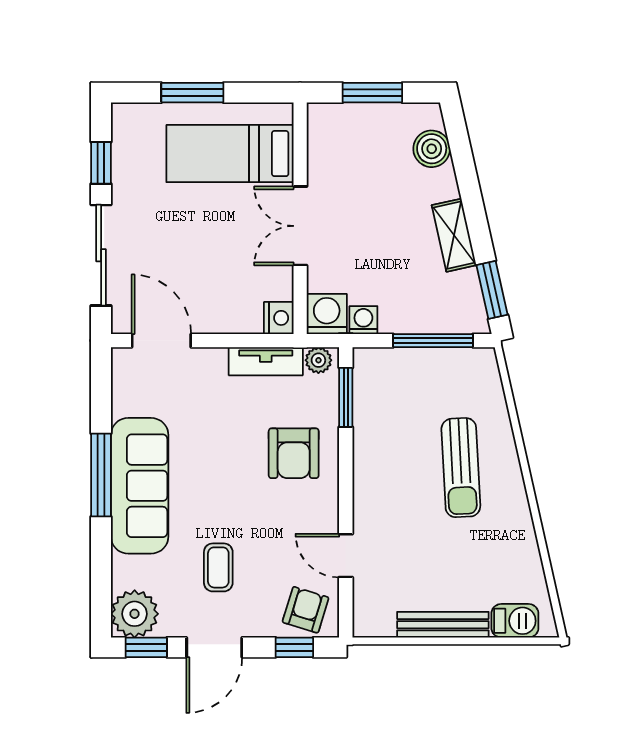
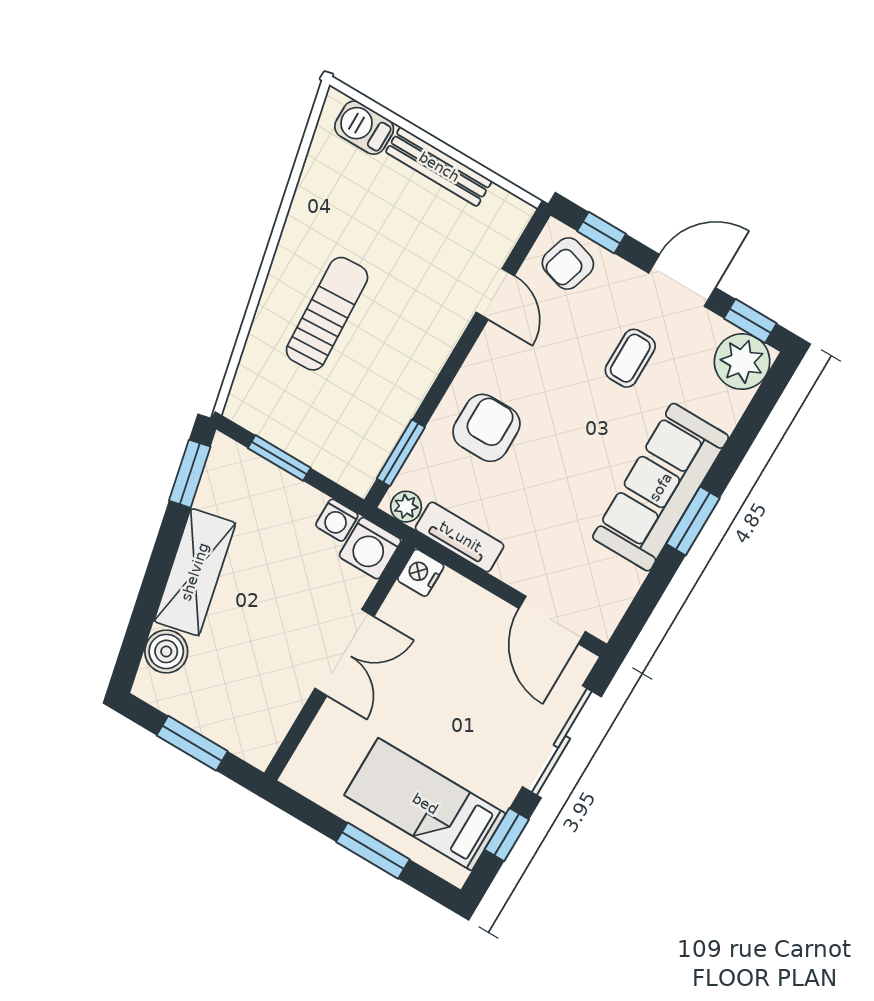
bed: (230, 154) -> (425, 804), moved, turned 180
shelving: (454, 235) -> (195, 572), width x1.50, depth x1.33
window: (433, 341) -> (279, 458), width x0.69
window: (101, 475) -> (693, 521), width x0.69

